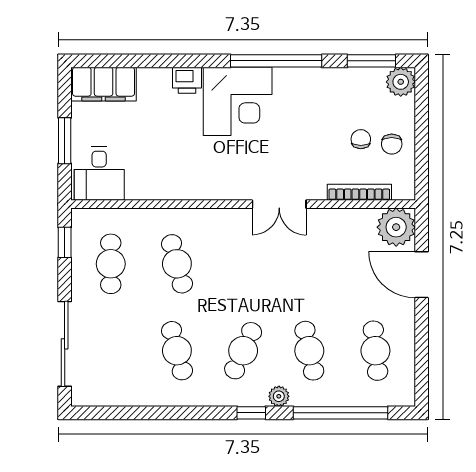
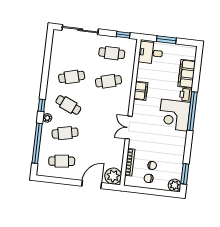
window: (276, 61) -> (192, 111), moved
filing cabinet: (104, 84) -> (187, 74), moved
filing cabinet: (190, 186) -> (141, 91), added

